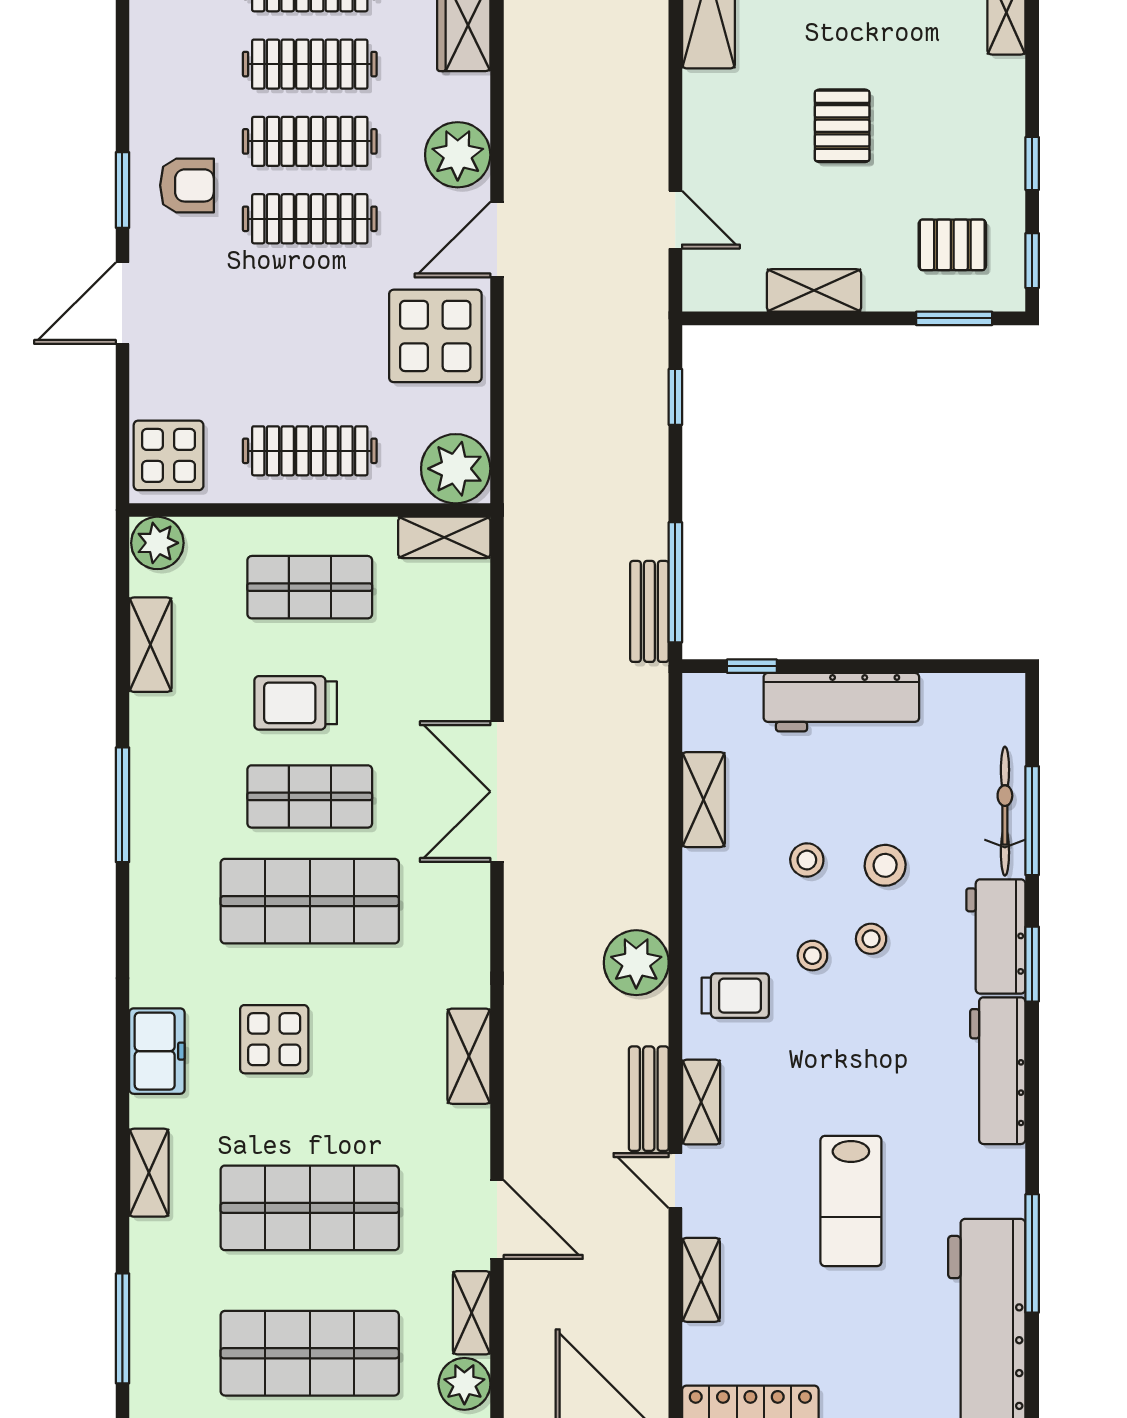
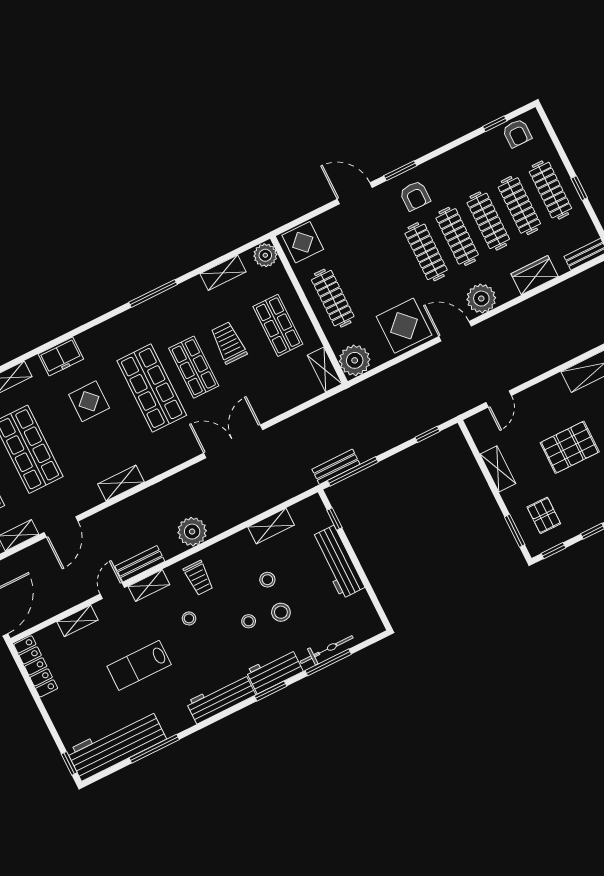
pallet: (842, 126) -> (570, 447), width x1.50, depth x1.42
stool: (812, 956) -> (189, 618), moved

